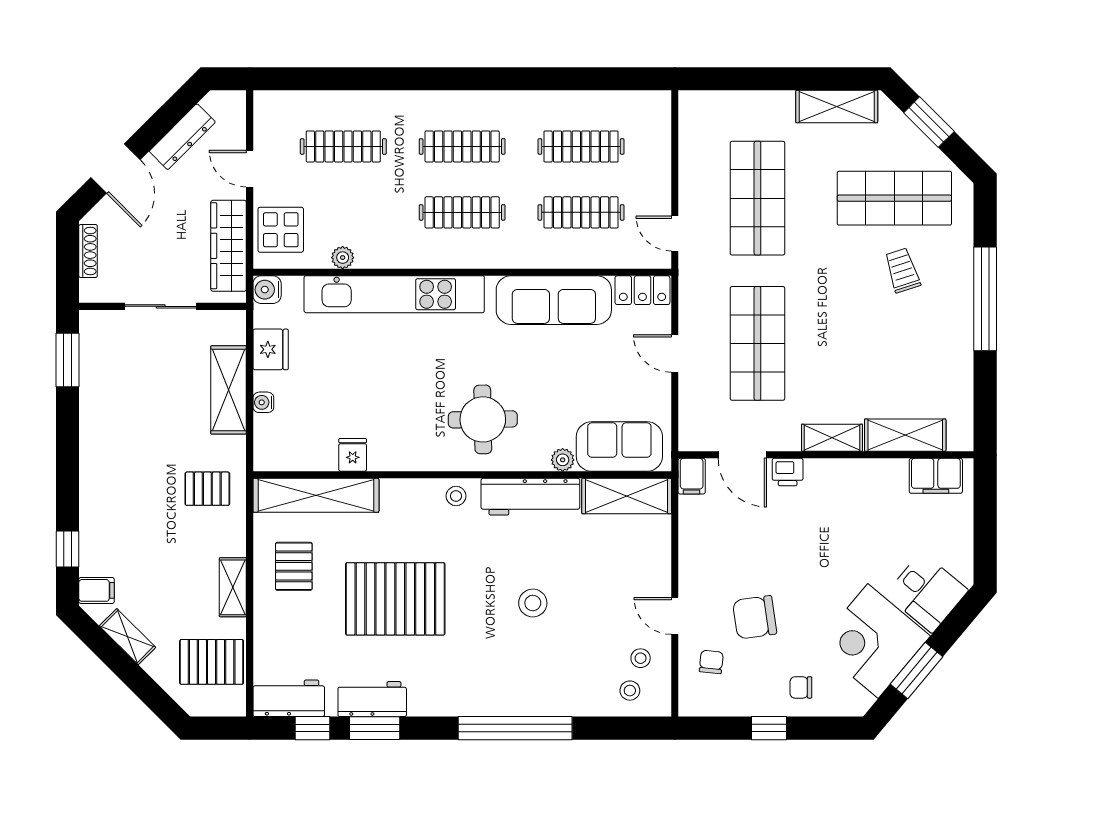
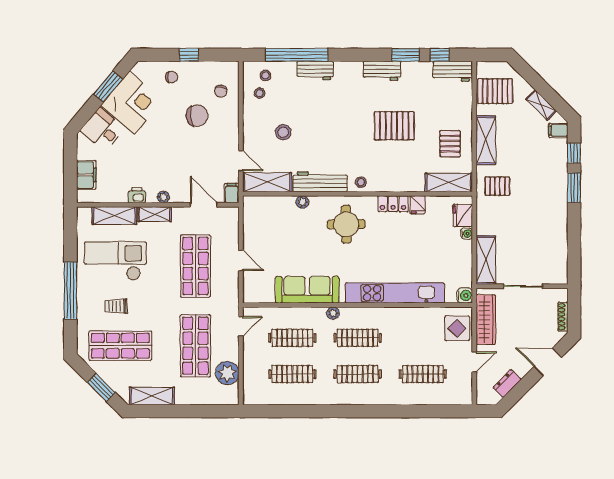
dresser: (182, 137) -> (507, 383), width x0.70
plant: (699, 148) -> (227, 373), added
door: (115, 169) -> (548, 362), hinge flipped
door: (250, 169) -> (474, 362), hinge flipped
door: (675, 234) -> (241, 326), hinge flipped
plant: (343, 258) -> (333, 313), moved
trolley: (902, 270) -> (116, 306), turned 108
locker: (642, 290) -> (393, 204), moved, turned 180
fridge: (271, 349) -> (463, 215), moved
checkout: (903, 352) -> (115, 261), added
window: (68, 360) -> (574, 188), moved
shelving: (228, 390) -> (486, 260), moved
sofa: (619, 446) -> (271, 209), removed
plant: (816, 469) -> (163, 197), added
printer: (788, 472) -> (137, 195), moved
filing cabinet: (936, 476) -> (86, 175), moved, turned 90
shelving: (316, 495) -> (449, 183), width x0.68
shelving: (233, 587) -> (486, 140), width x1.50, depth x1.33
pallet: (395, 599) -> (394, 126), width x0.73, depth x0.71
stool: (533, 603) -> (283, 132), moved
door: (675, 616) -> (241, 161), moved
workbench: (372, 699) -> (382, 71), moved
workbench: (539, 700) -> (315, 70), added
window: (515, 728) -> (297, 55), moved

